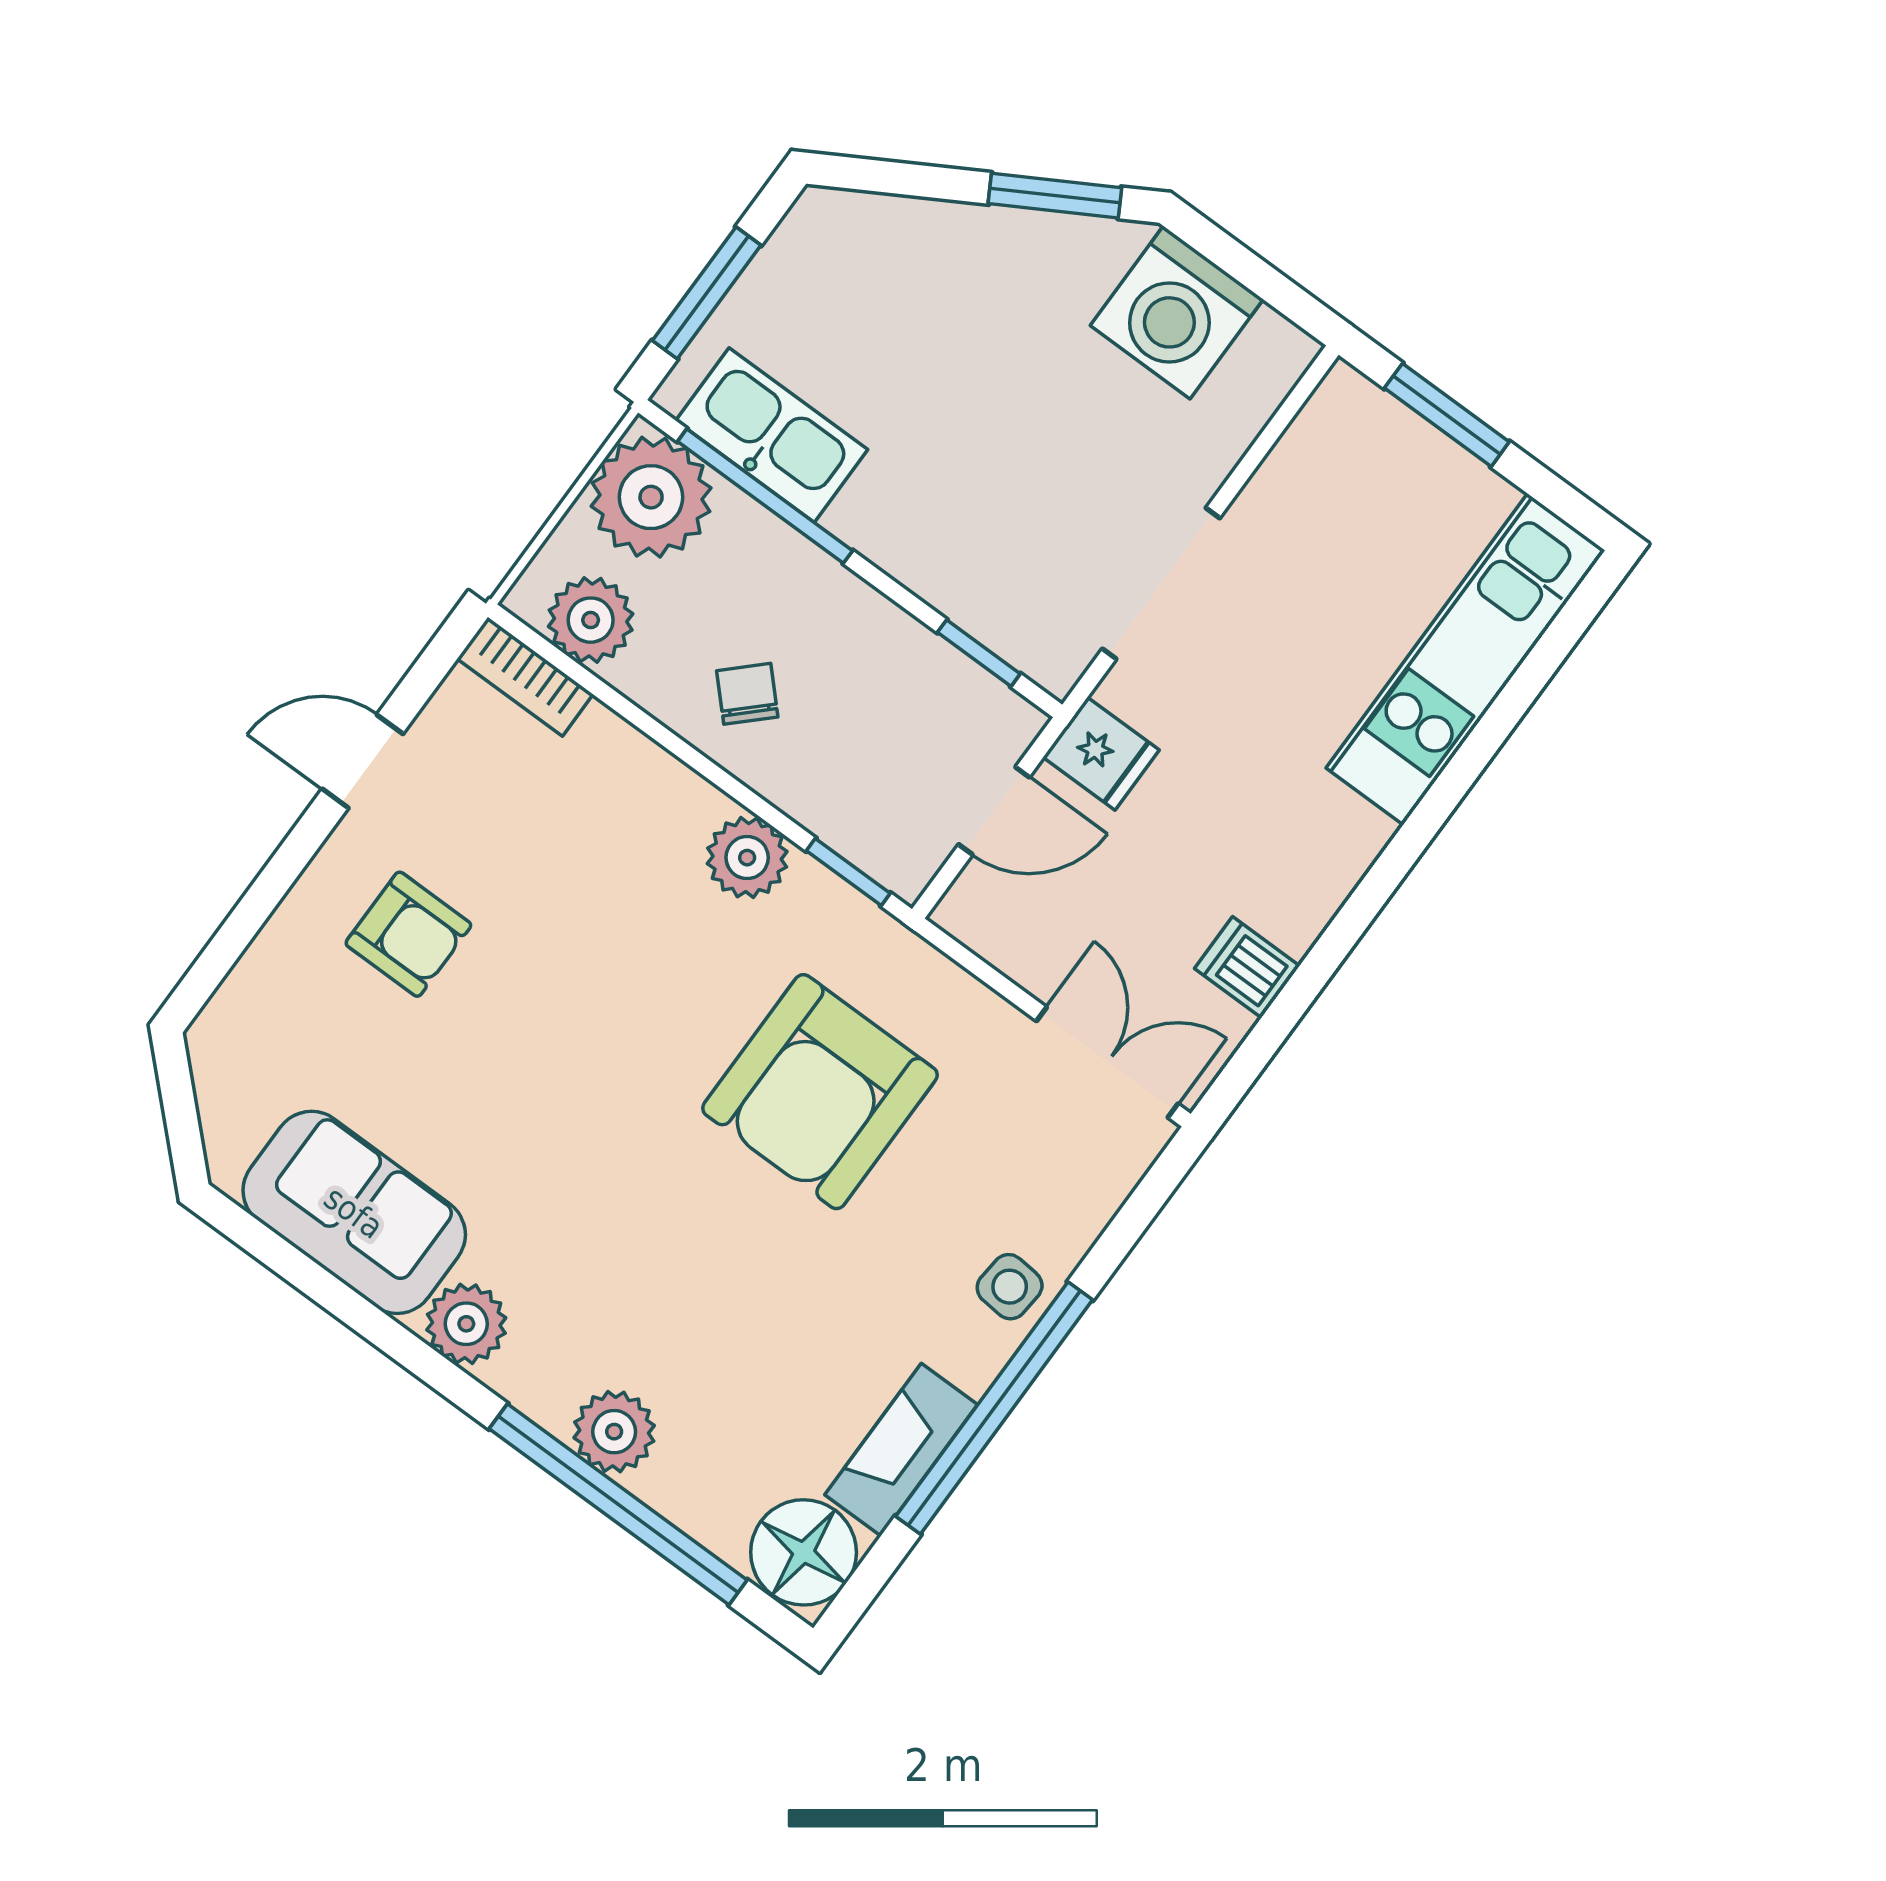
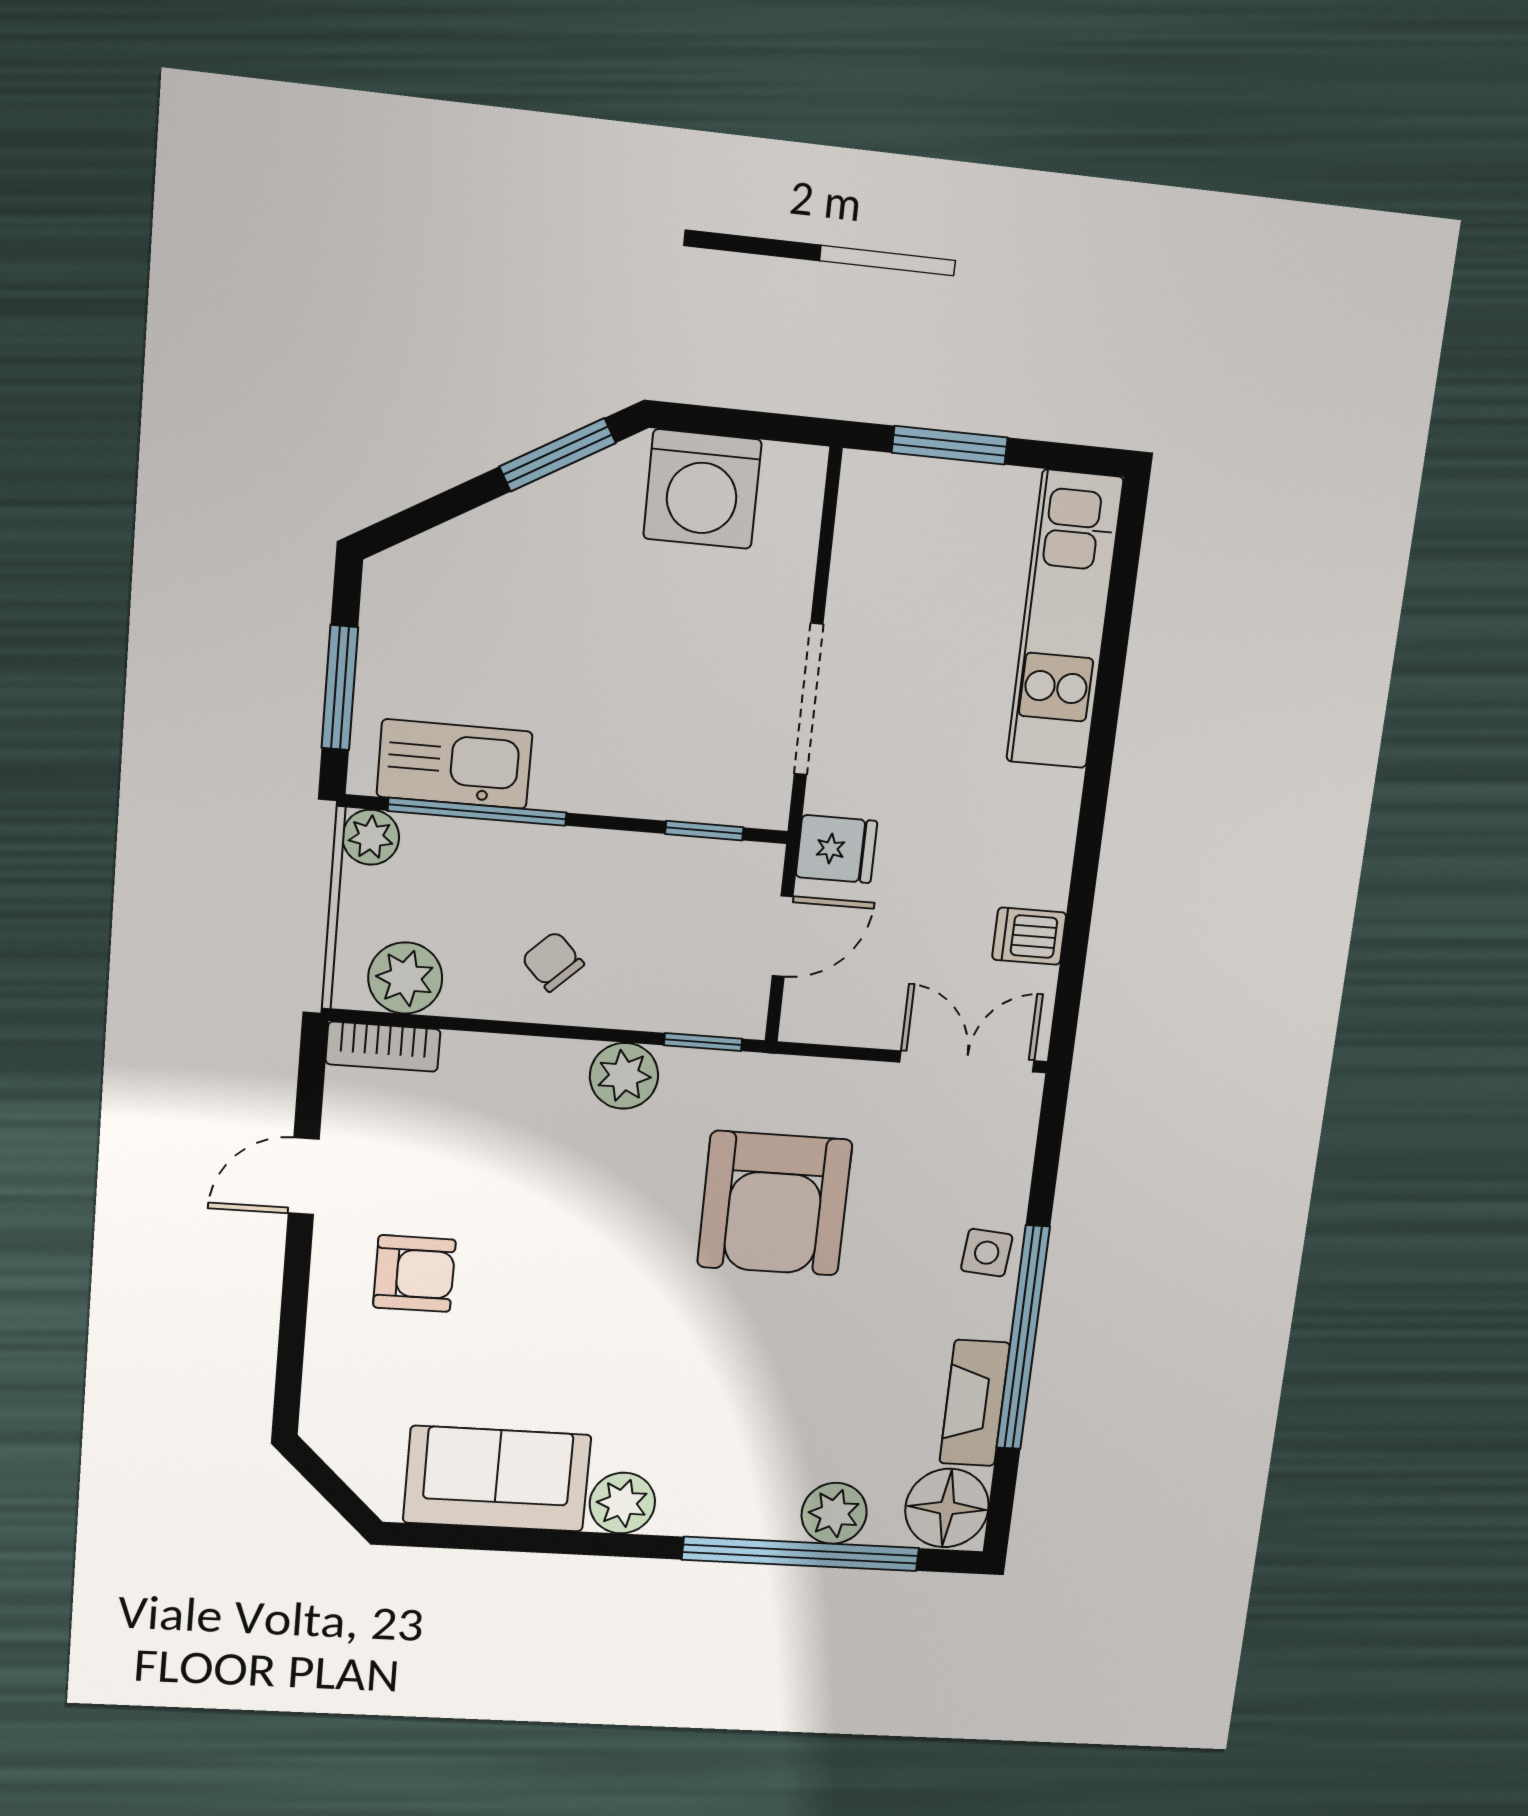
plant: (651, 497) -> (371, 837), width x0.53, depth x0.53
plant: (614, 1432) -> (834, 1513), moved

